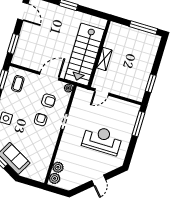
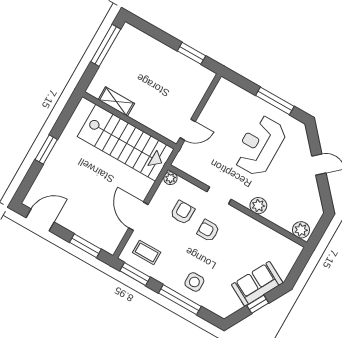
shelving: (104, 59) -> (116, 102), moved
door: (49, 76) -> (138, 216), moved
door: (102, 92) -> (188, 130), hinge flipped
window: (139, 124) -> (275, 101), moved
plant: (58, 167) -> (258, 206), moved

